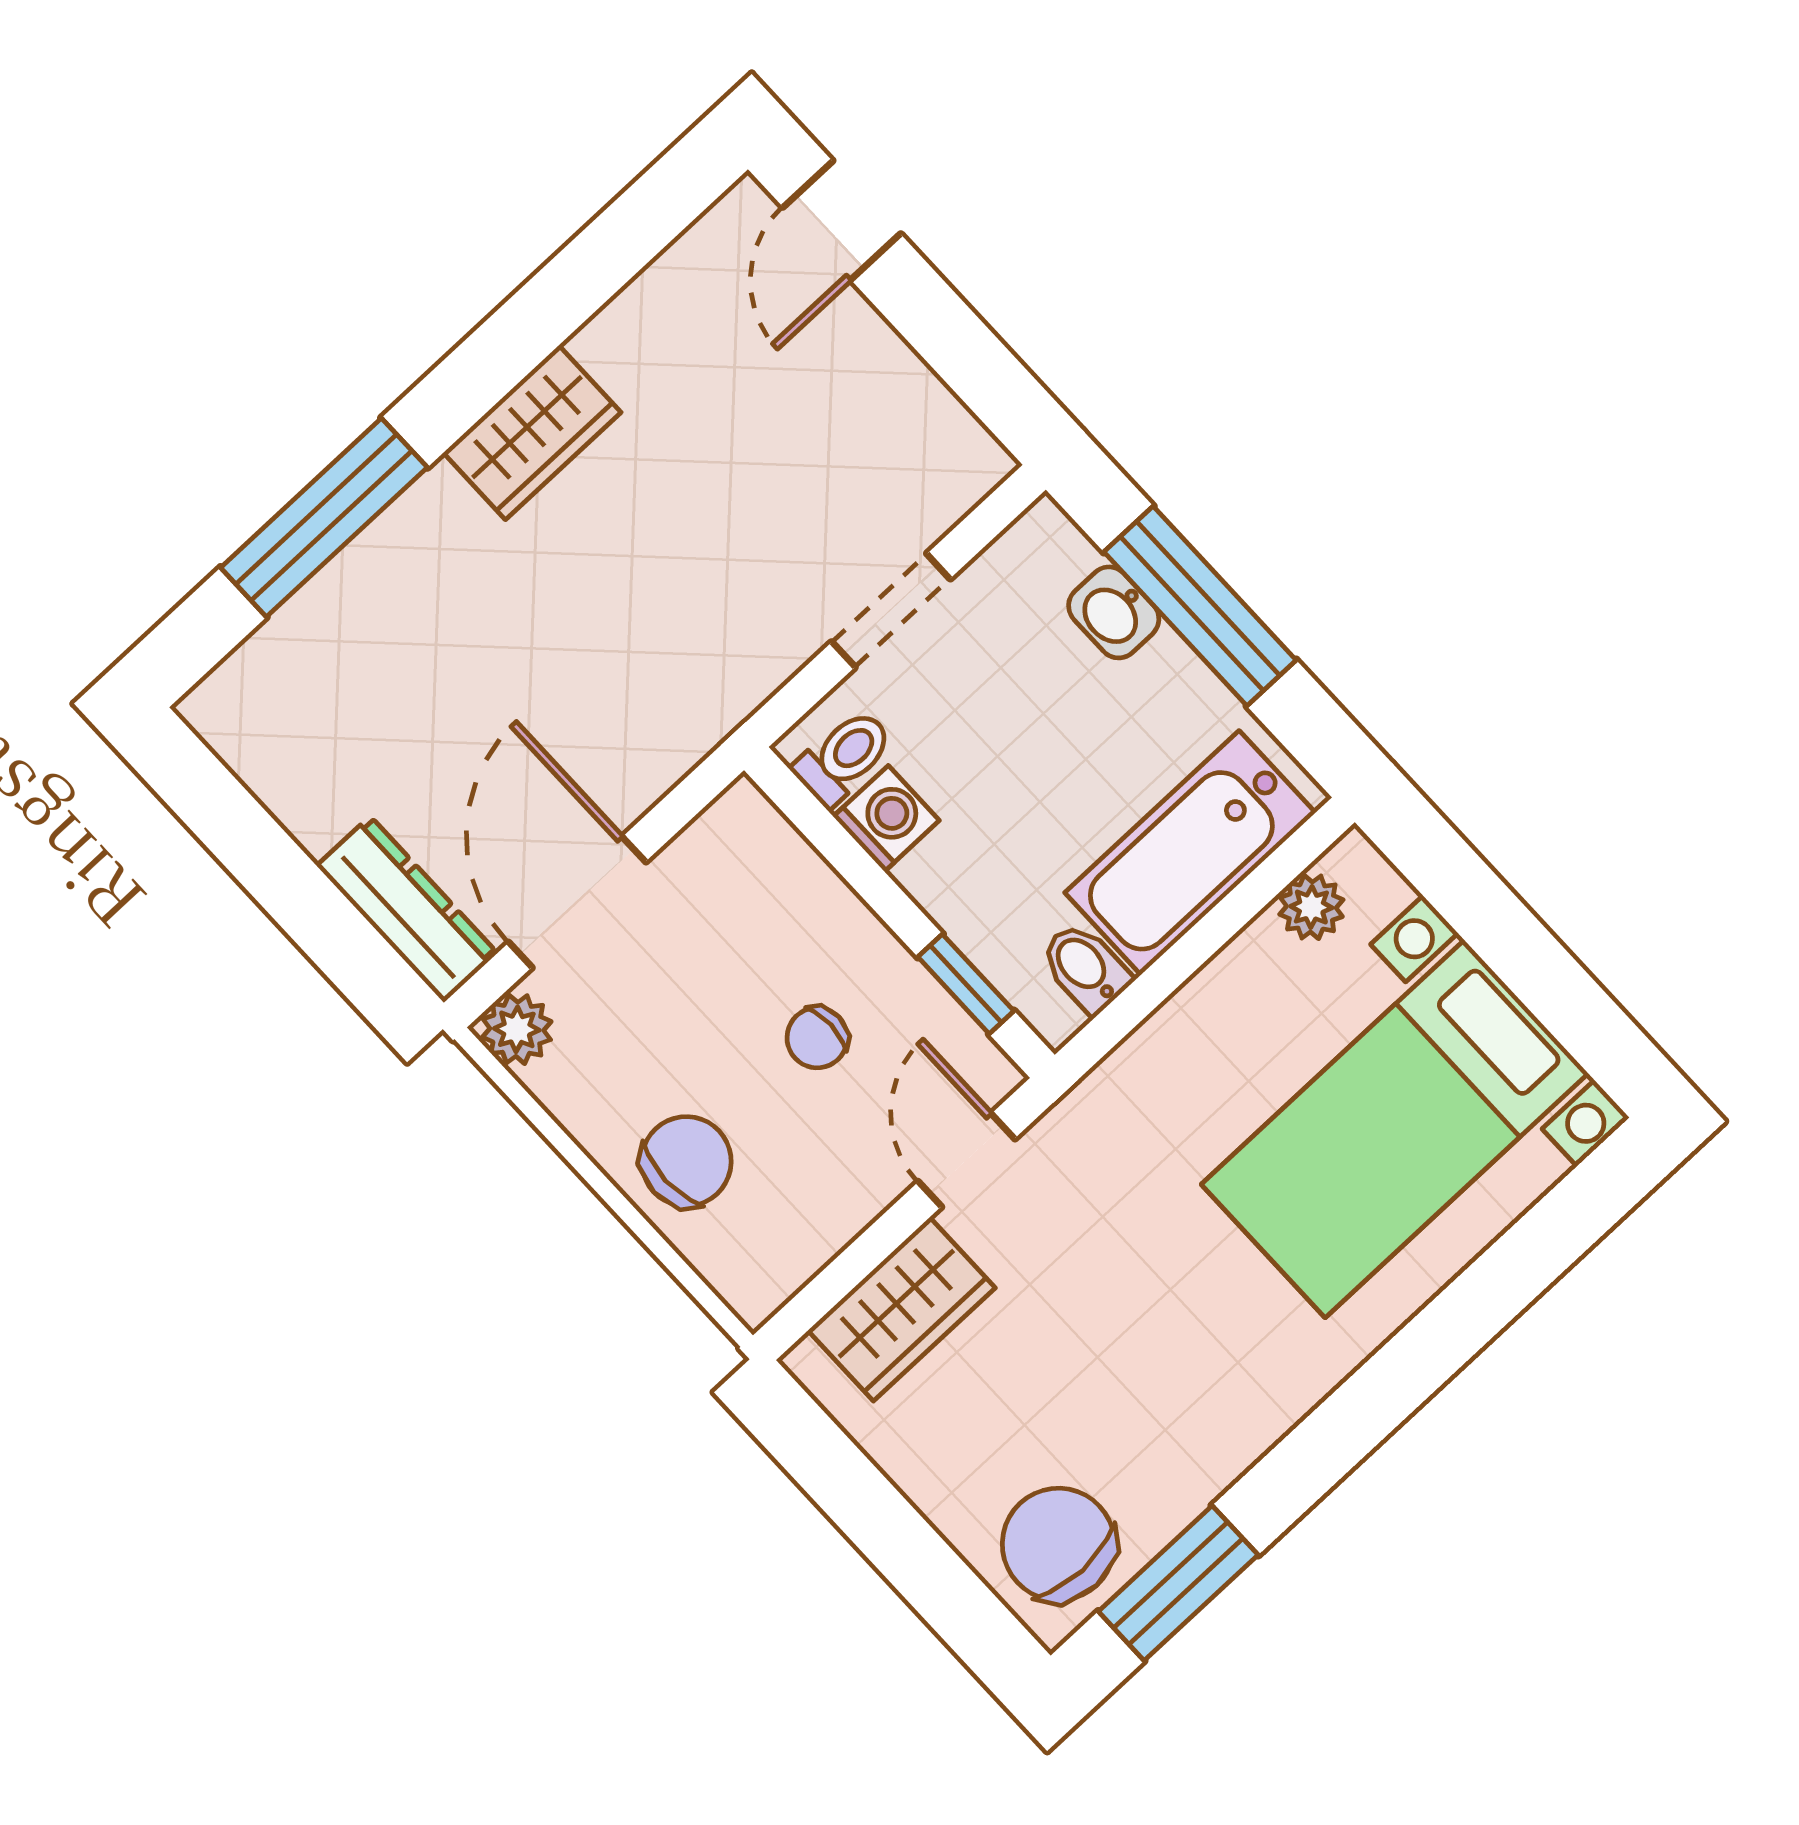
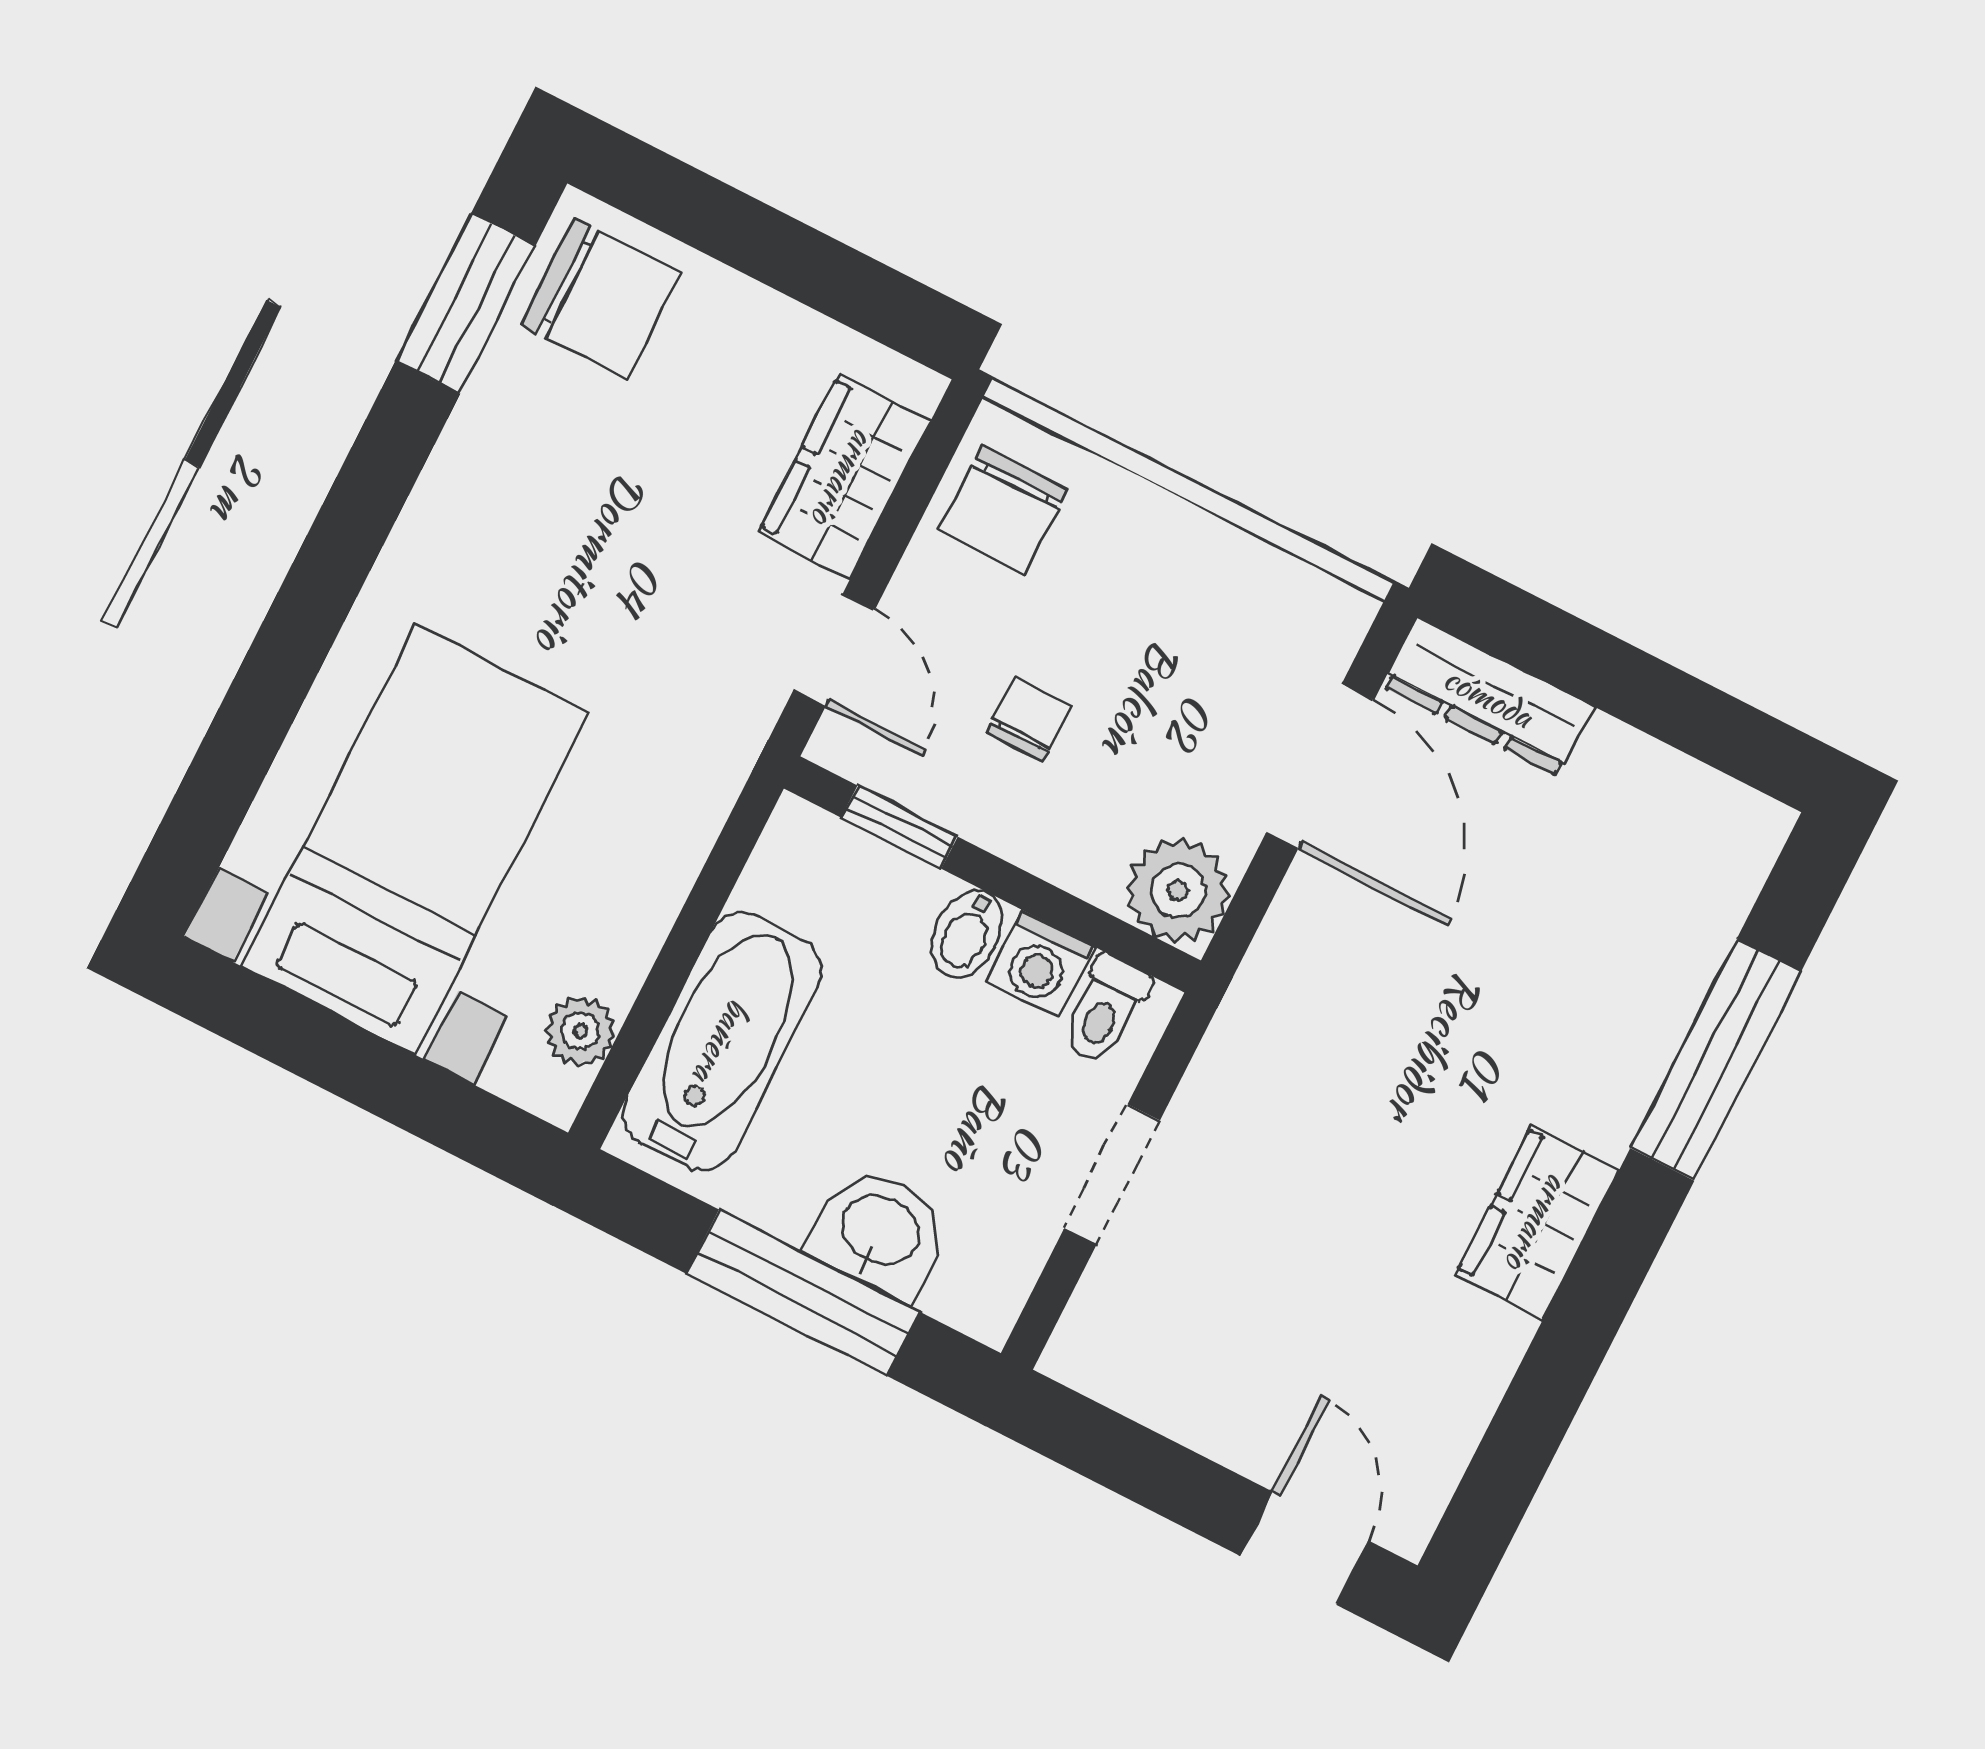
washbasin: (1114, 612) -> (879, 1232), width x1.38, depth x1.45
bidet: (1085, 968) -> (967, 934), moved, turned 90
plant: (517, 1029) -> (1178, 890), moved, width x1.38, depth x1.38
chair: (686, 1161) -> (1003, 509), moved

